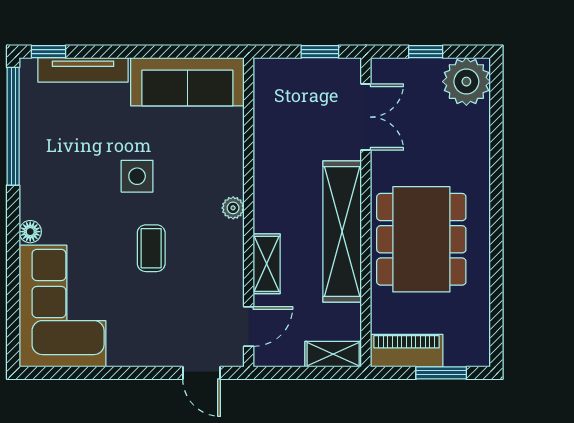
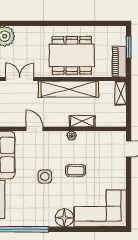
plant: (233, 208) -> (72, 136), moved
floor lamp: (30, 232) -> (64, 218), width x1.89, depth x1.89
door: (249, 327) -> (34, 129), moved

